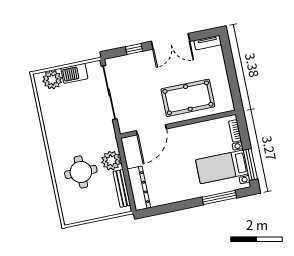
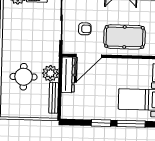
armchair: (139, 99) -> (85, 29), added
dresser: (139, 188) -> (68, 75), moved
window: (184, 205) -> (101, 123), added

